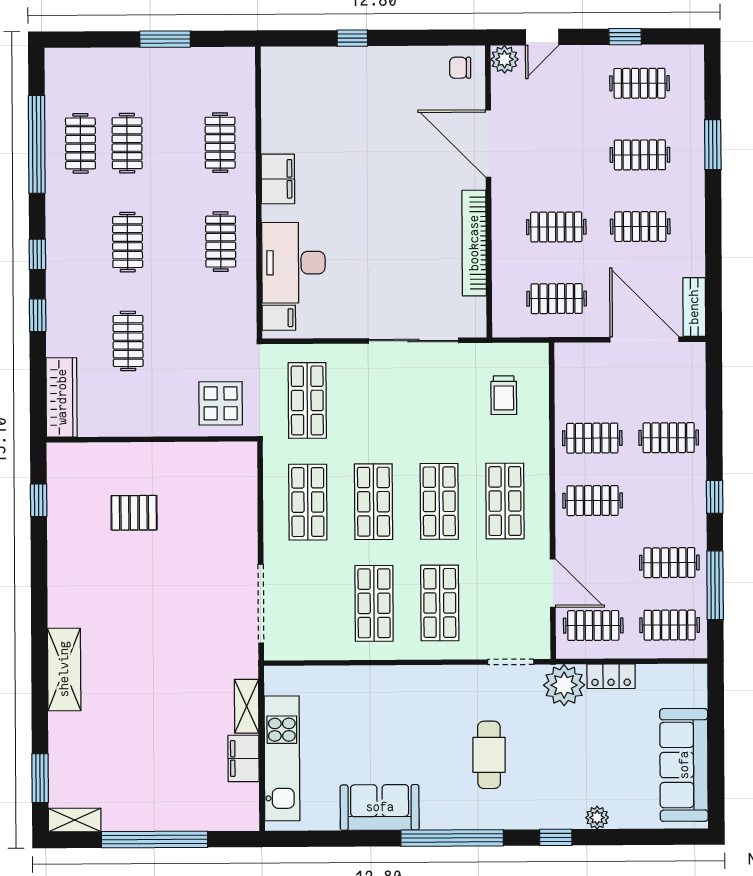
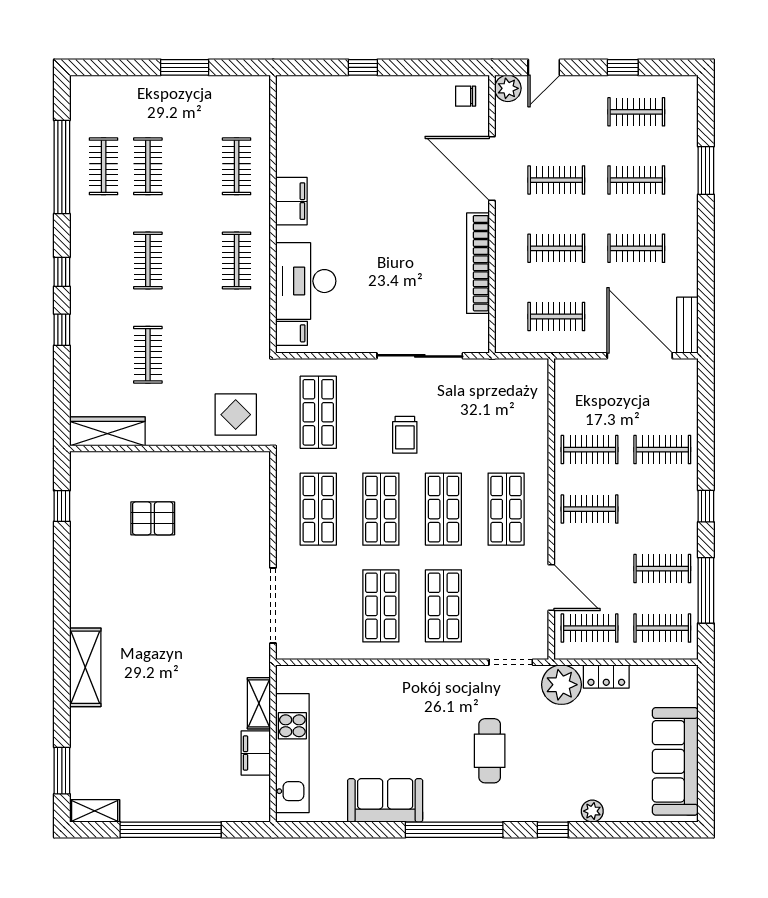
clothes rail: (556, 155) -> (556, 180), added
trolley: (504, 395) -> (405, 435), moved
wardrobe: (62, 397) -> (107, 431), moved, turned -90

